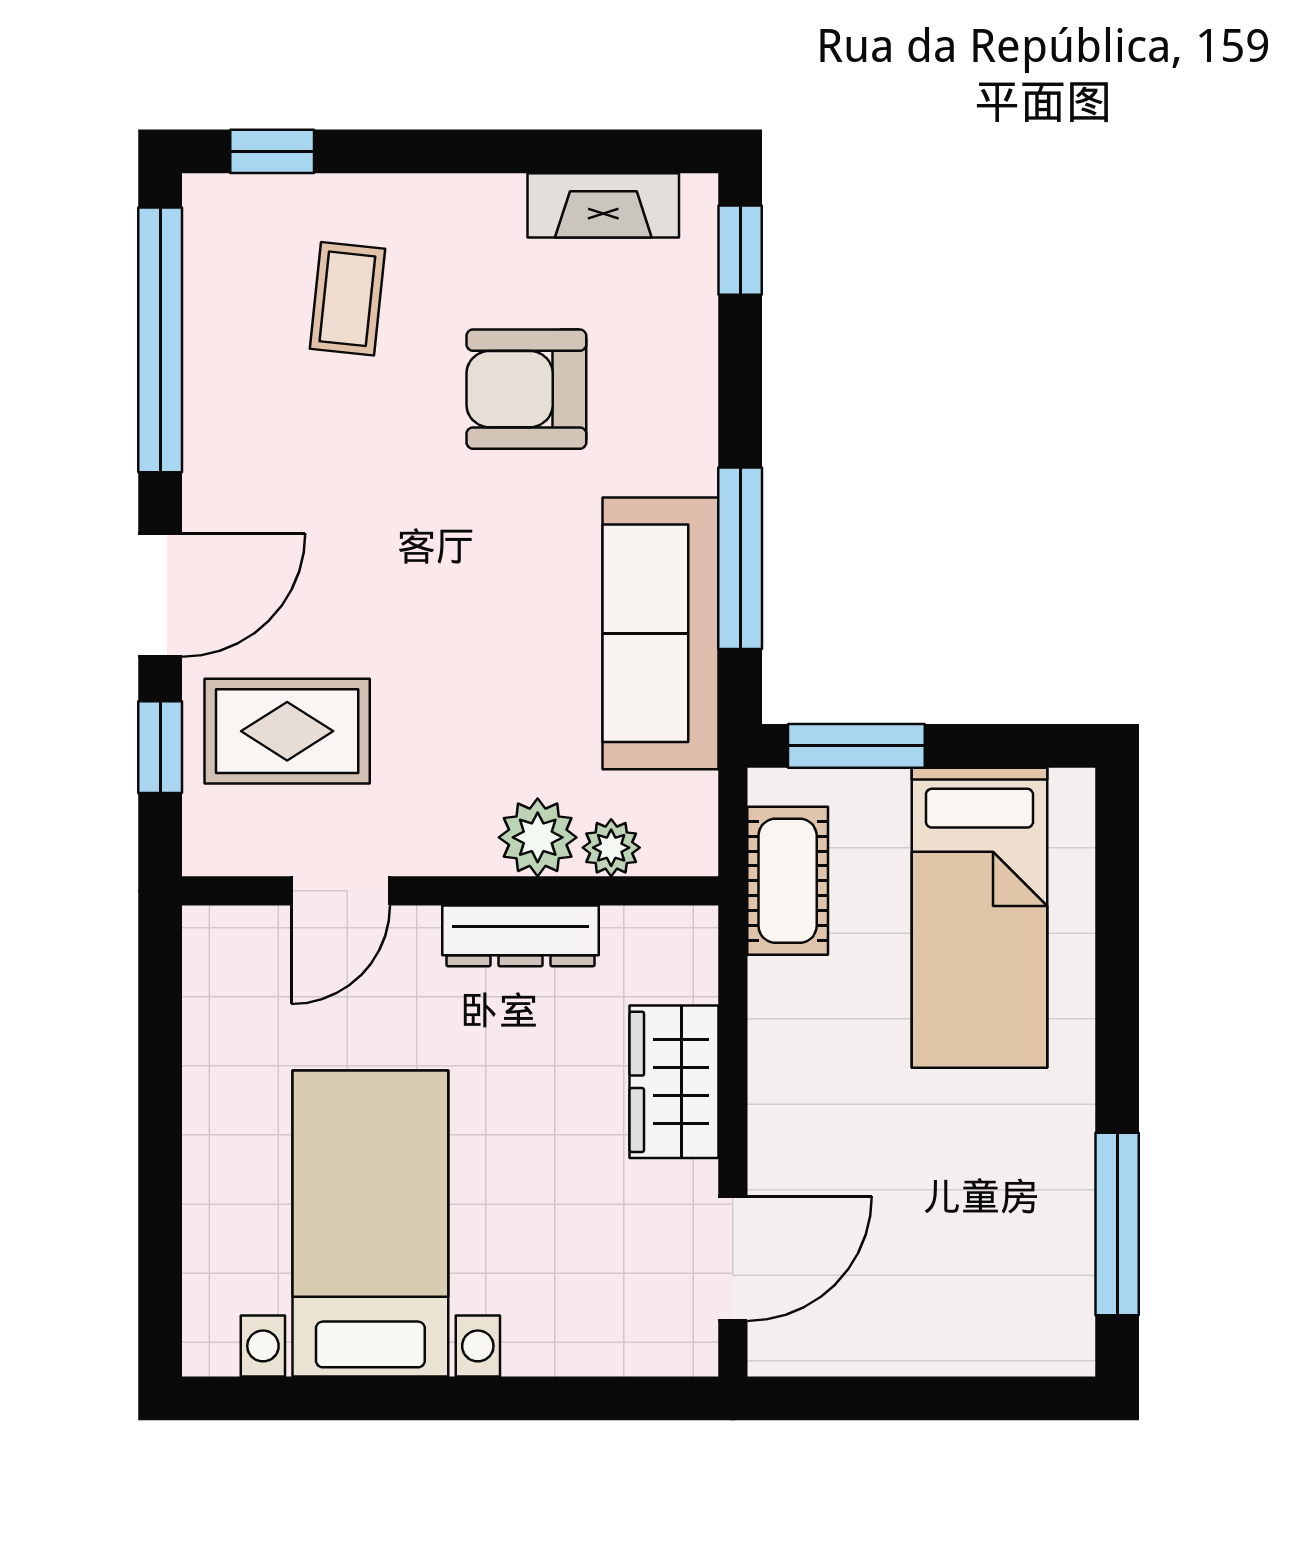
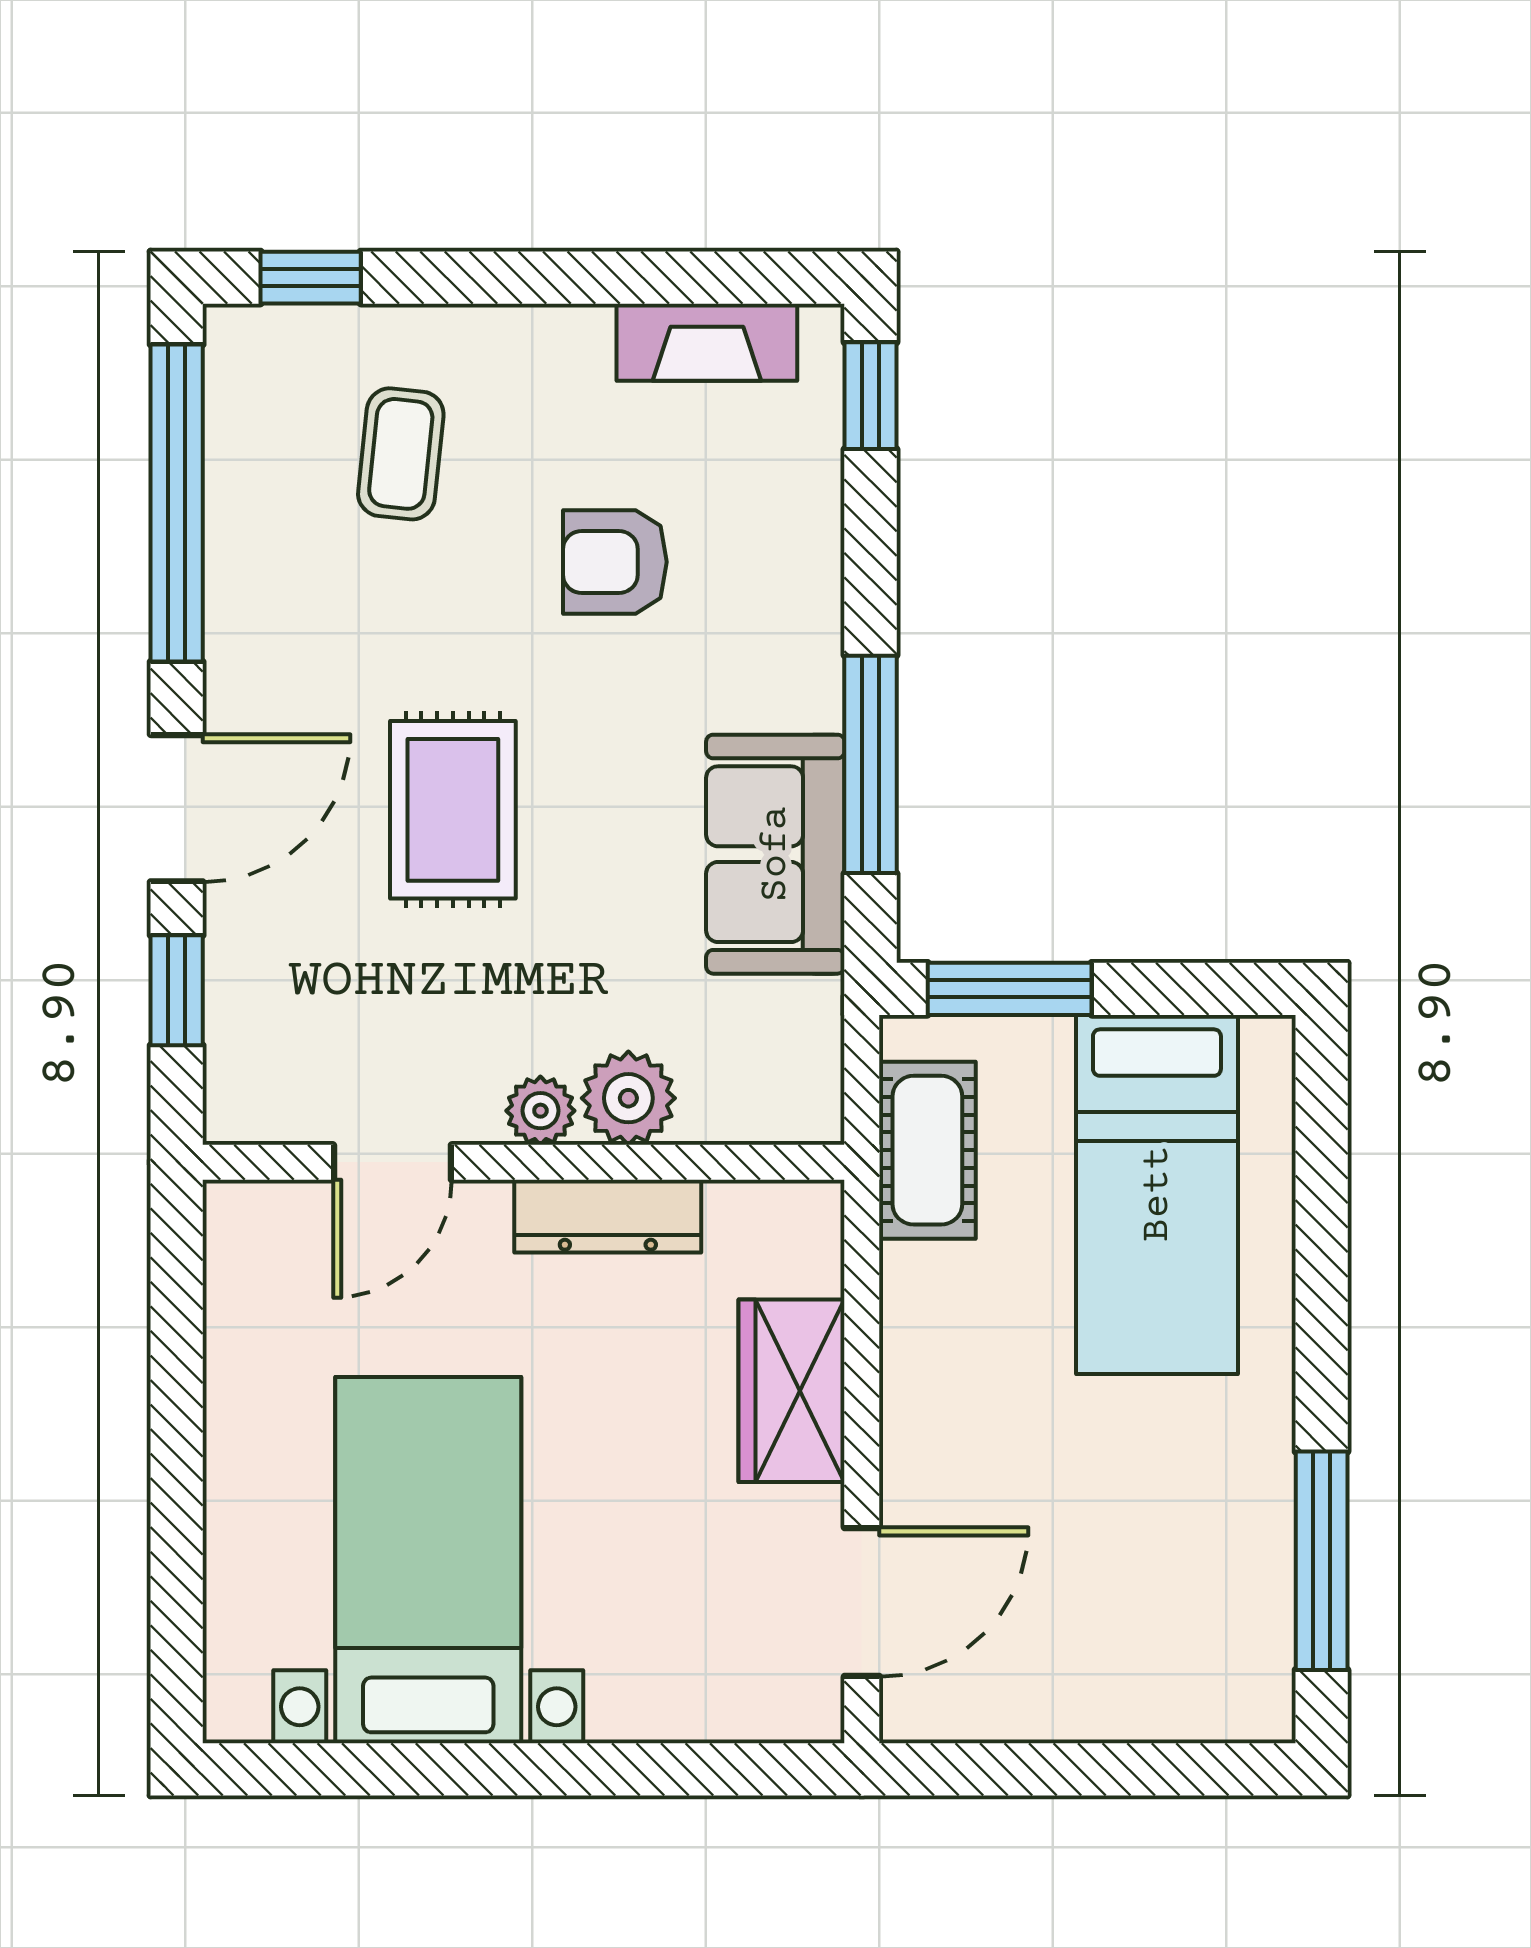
armchair: (526, 389) -> (615, 562), width x0.72, depth x0.72
sofa: (660, 633) -> (775, 854), width x0.73
rug: (287, 731) -> (453, 810), moved, turned 90
plant: (611, 848) -> (540, 1111), moved

